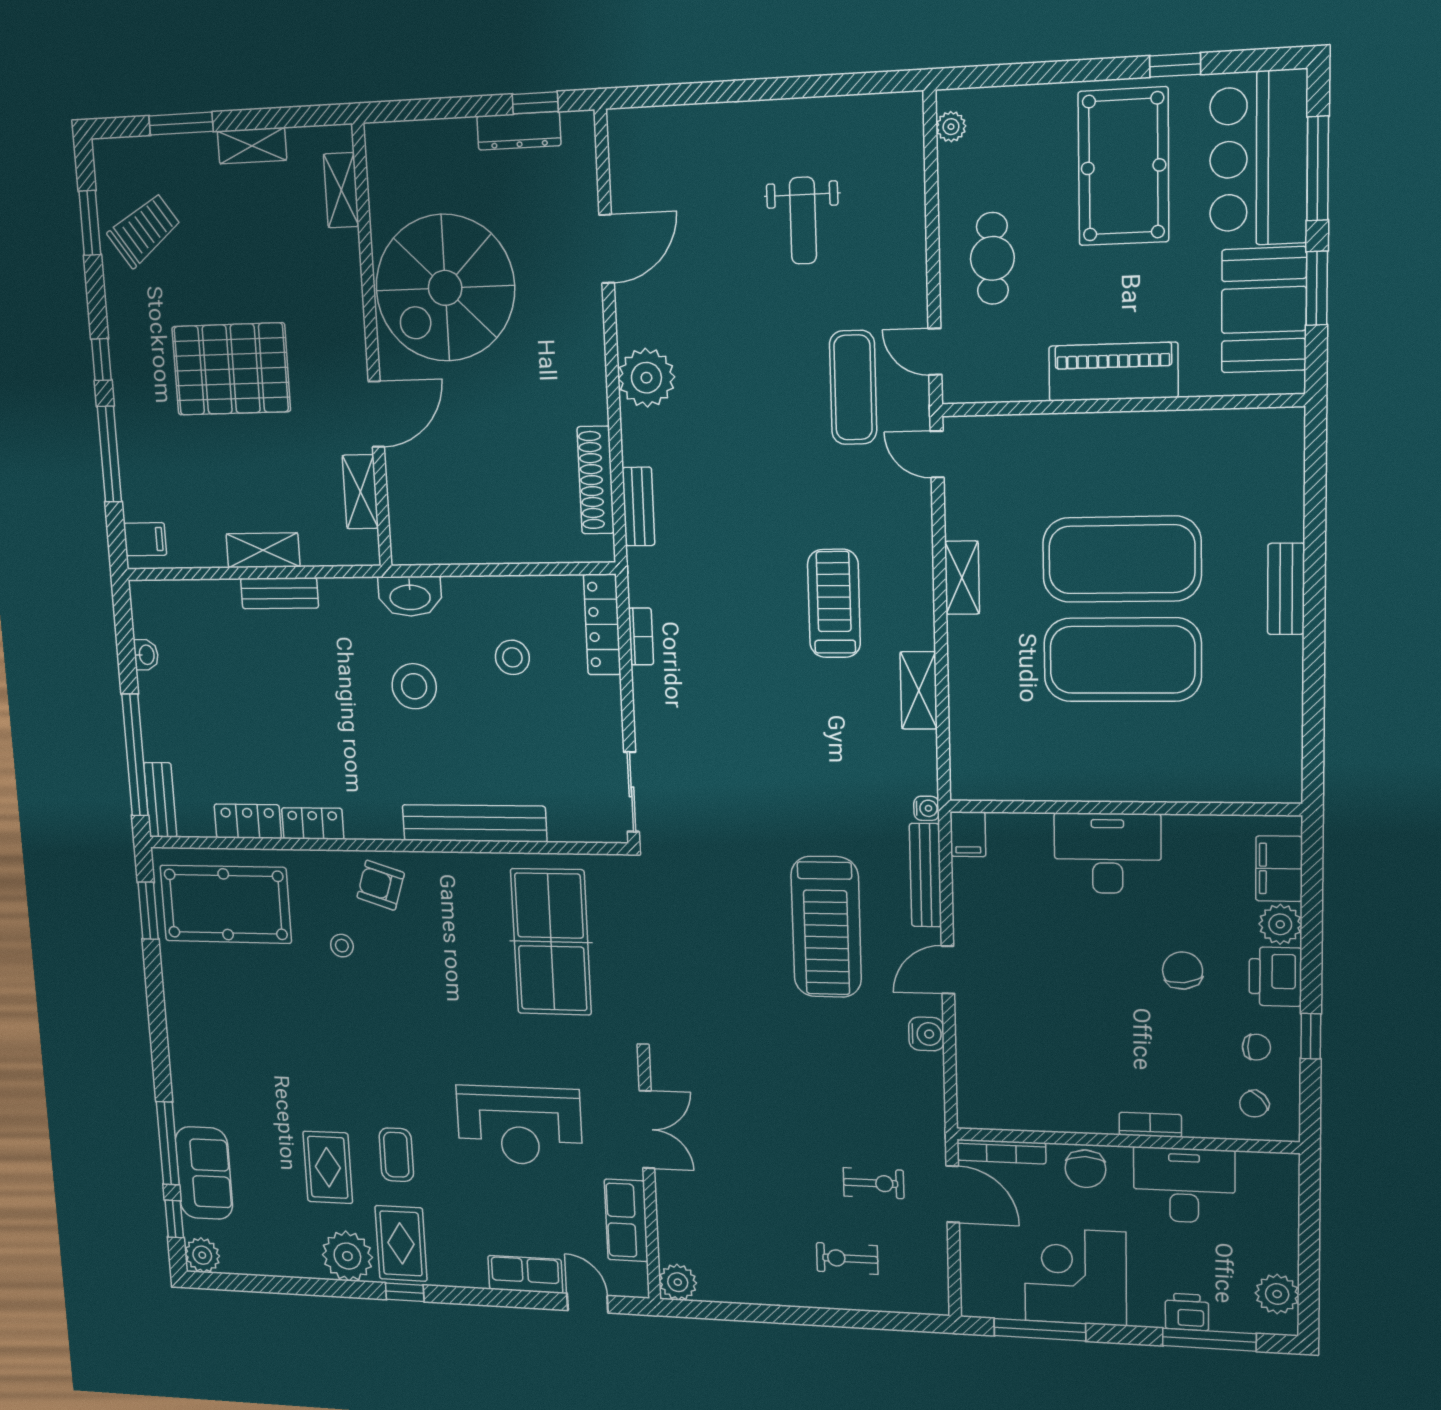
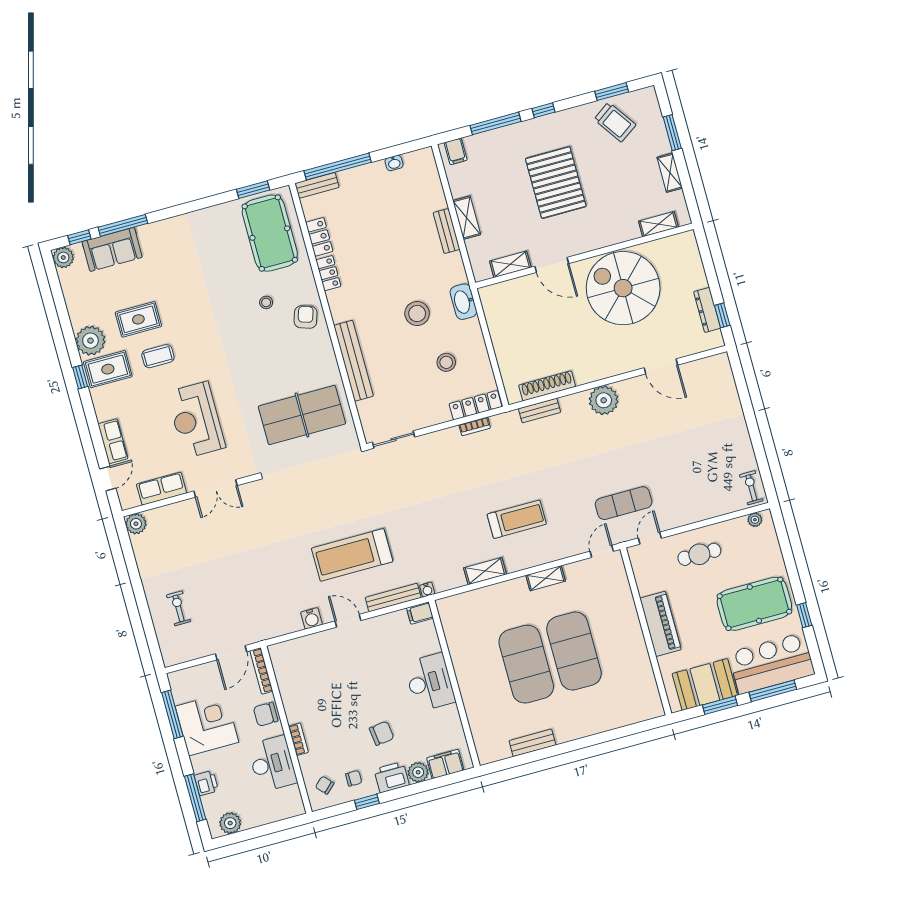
weight bench: (803, 221) -> (696, 460), removed
bench: (1286, 589) -> (532, 743), moved
chair: (1256, 1047) -> (354, 778), turned -90
exercise bike: (874, 1183) -> (751, 488), moved, turned 180

